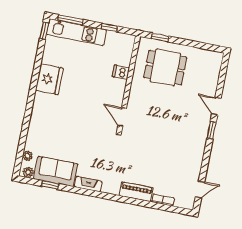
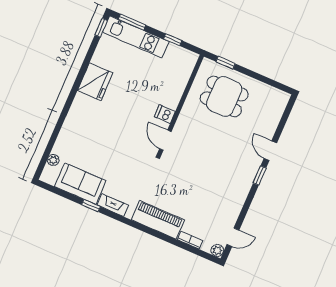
dishwasher: (121, 72) -> (165, 114), moved
plant: (28, 172) -> (217, 250), moved
window: (50, 185) -> (91, 206), moved
piano: (136, 192) -> (158, 220), width x1.37, depth x1.33

